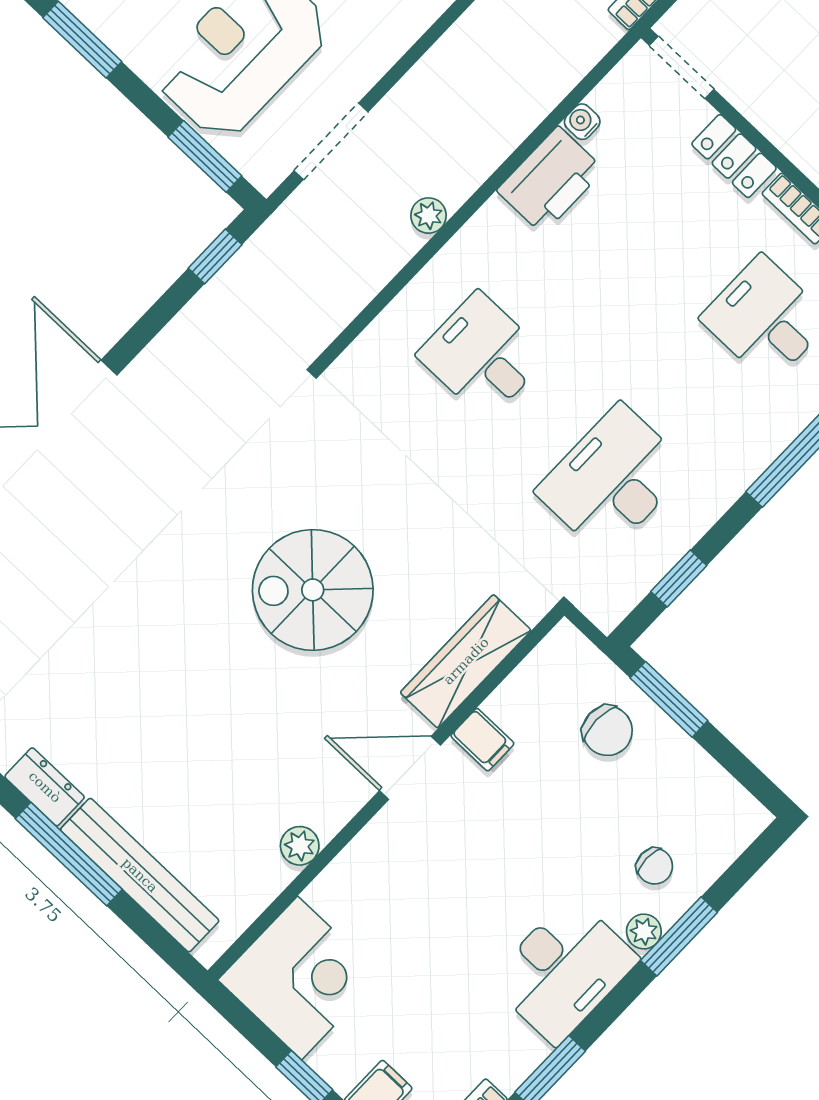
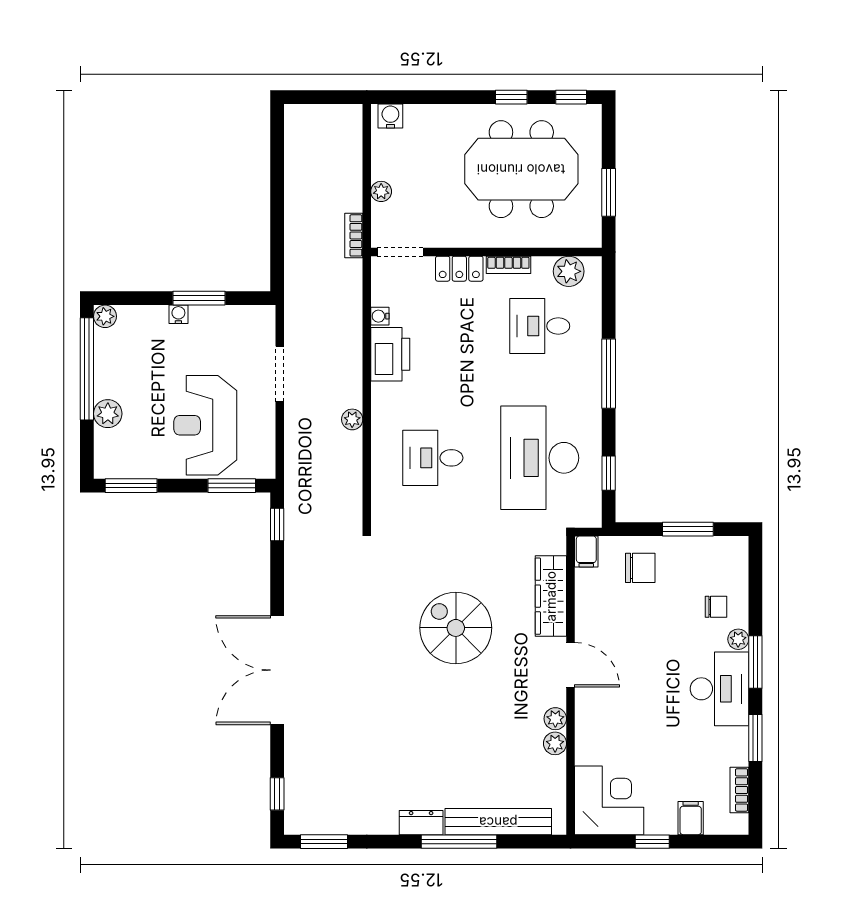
doorway: (331, 141) -> (280, 374), moved
desk: (613, 480) -> (540, 458), width x1.36, depth x1.30
spiral stairs: (313, 590) -> (456, 628), turned 90
window: (669, 699) -> (688, 529), moved
filing cabinet: (482, 740) -> (586, 551), moved, turned 90
door: (410, 768) -> (571, 665), swing flipped
plant: (329, 816) -> (555, 719), added
window: (679, 936) -> (755, 662), moved

